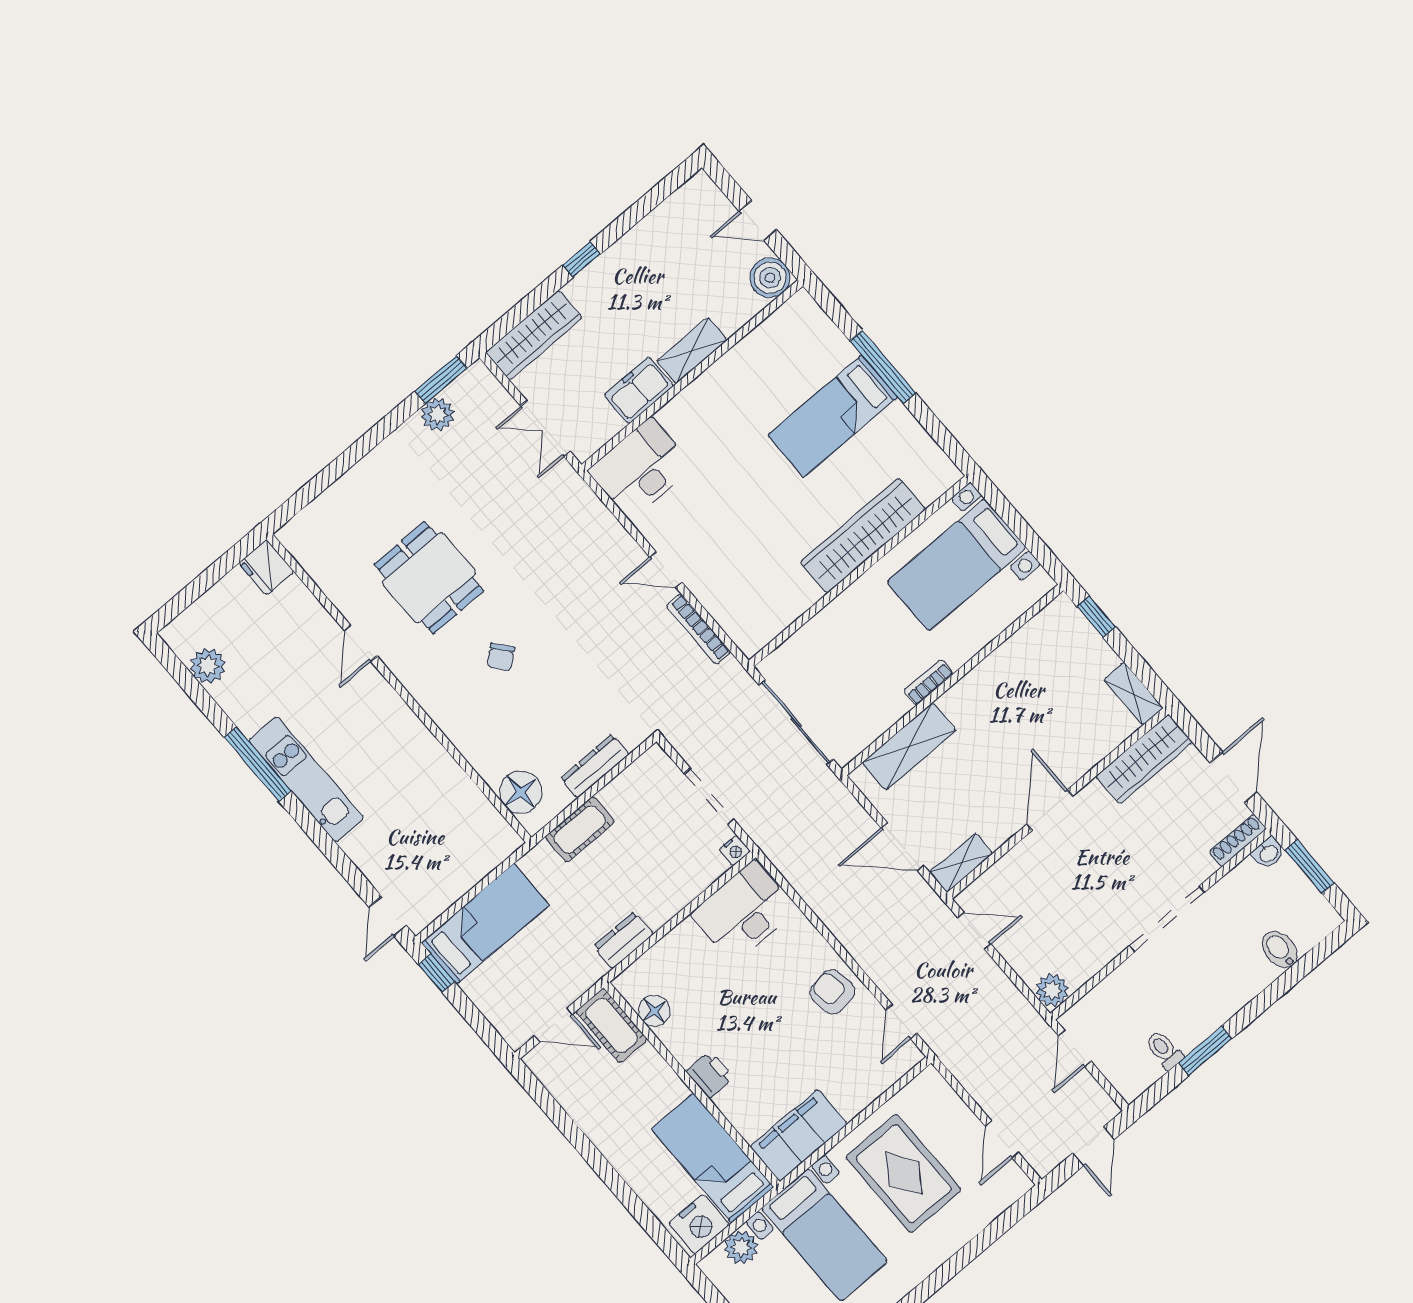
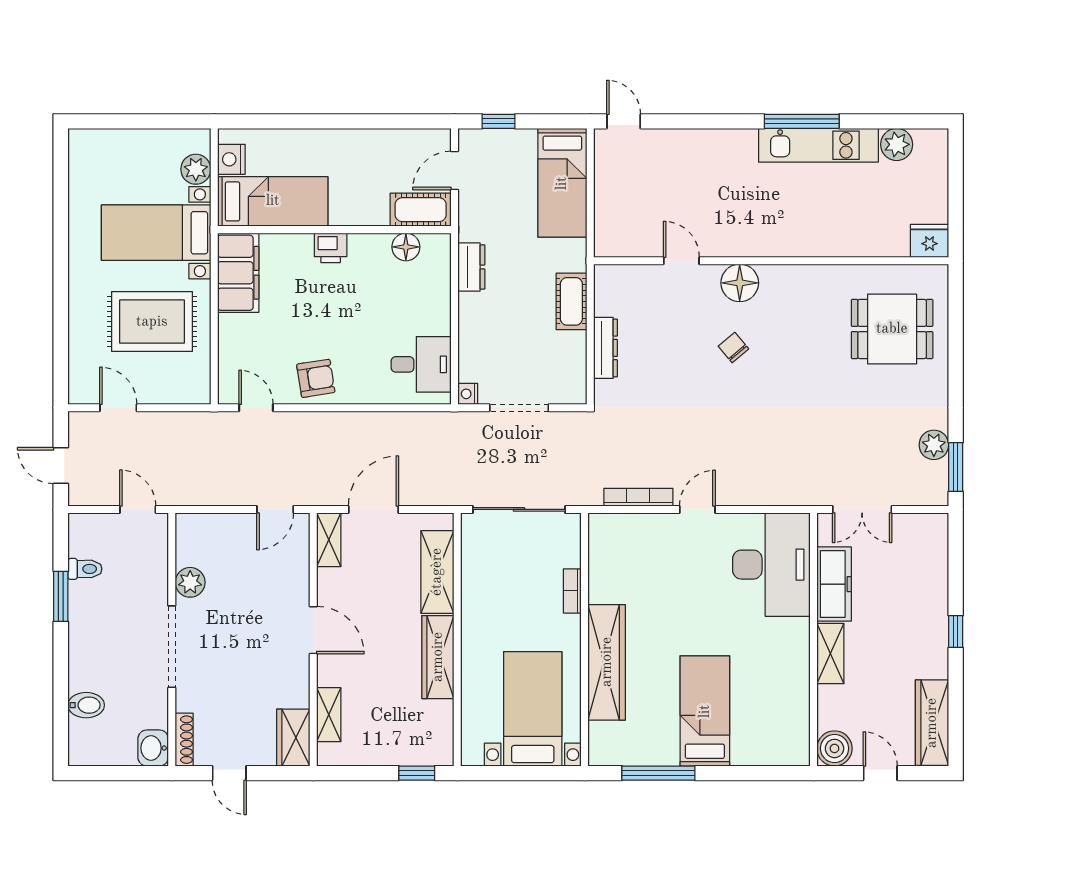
door: (758, 220) -> (880, 773), hinge flipped
wardrobe: (534, 335) -> (932, 723), moved
window: (883, 367) -> (658, 773), moved
freezer: (639, 390) -> (834, 584), width x1.40
double door: (545, 429) -> (862, 509), swing flipped
desk: (641, 469) -> (771, 565), width x1.36, depth x1.30
dining table: (429, 578) -> (892, 329), moved
door: (361, 643) -> (681, 261), moved
bookcase: (928, 682) -> (572, 591), moved, turned 180
wardrobe: (982, 684) -> (438, 657), added
shelving: (1133, 694) -> (329, 715), moved, turned 90
wardrobe: (1144, 759) -> (293, 738), width x0.67
door: (1233, 777) -> (229, 773), width x0.73
kitchen unit: (306, 779) -> (818, 145), moved
floor lamp: (521, 792) -> (740, 283), moved
washbasin: (1268, 853) -> (153, 748), width x1.38, depth x1.45
window: (1310, 867) -> (125, 773), removed
desk: (744, 912) -> (421, 364), width x0.73
window: (436, 973) -> (498, 121), moved
plant: (1052, 990) -> (190, 582), moved
nightstand: (699, 1224) -> (231, 159), width x0.74, depth x0.75

